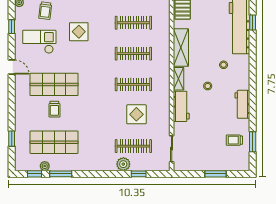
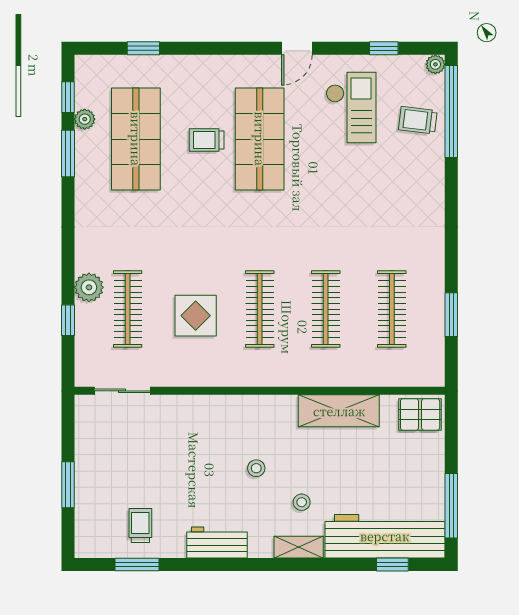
display table: (79, 32) -> (373, 192), removed
shelving: (178, 79) -> (299, 547), moved
workbench: (181, 106) -> (213, 412), removed

